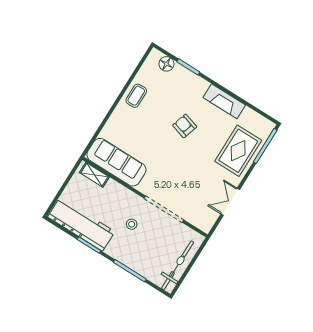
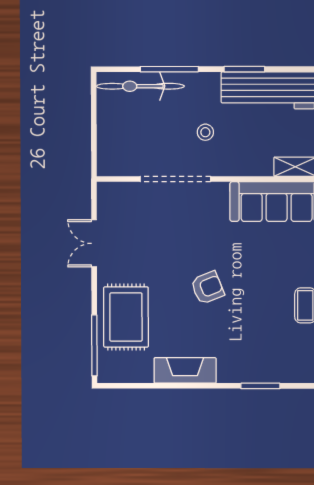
floor lamp: (166, 64) -> (292, 372), removed
armchair: (185, 126) -> (207, 288), moved, turned -39
double door: (230, 202) -> (94, 243), swing flipped
bicycle: (178, 265) -> (140, 86), moved, turned 90

